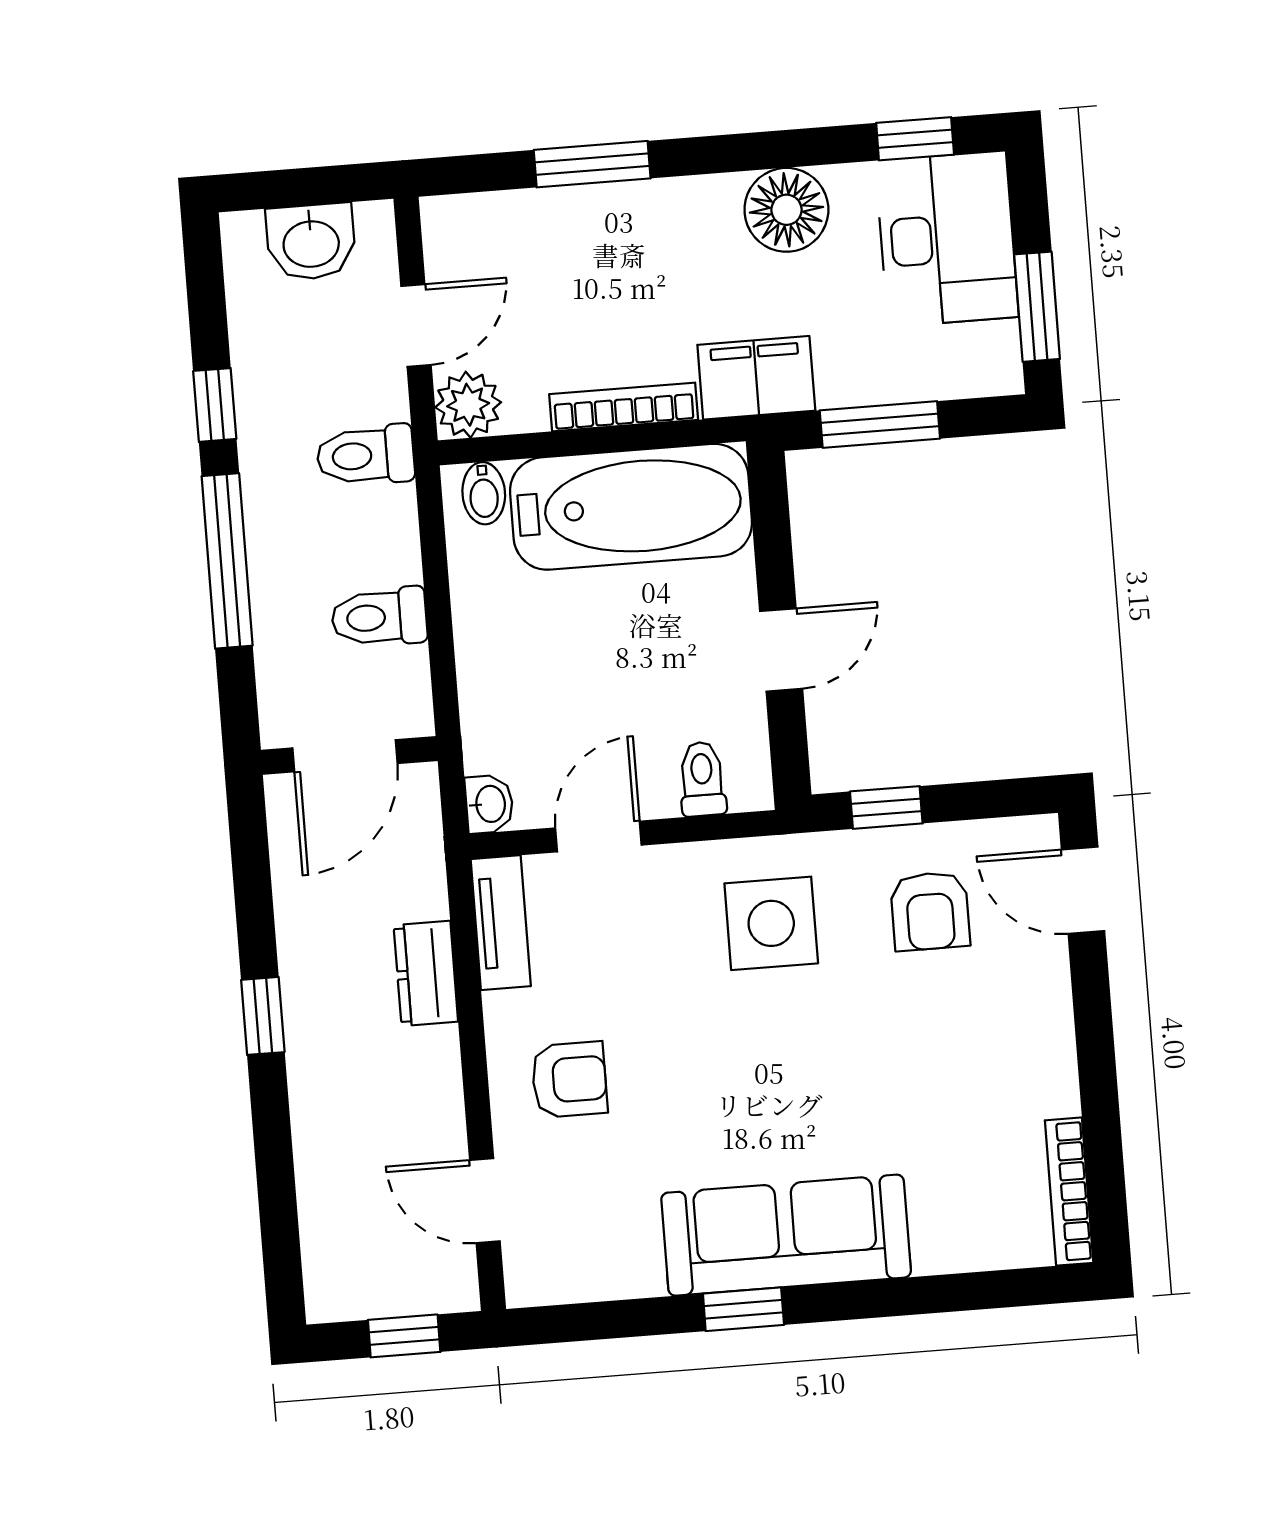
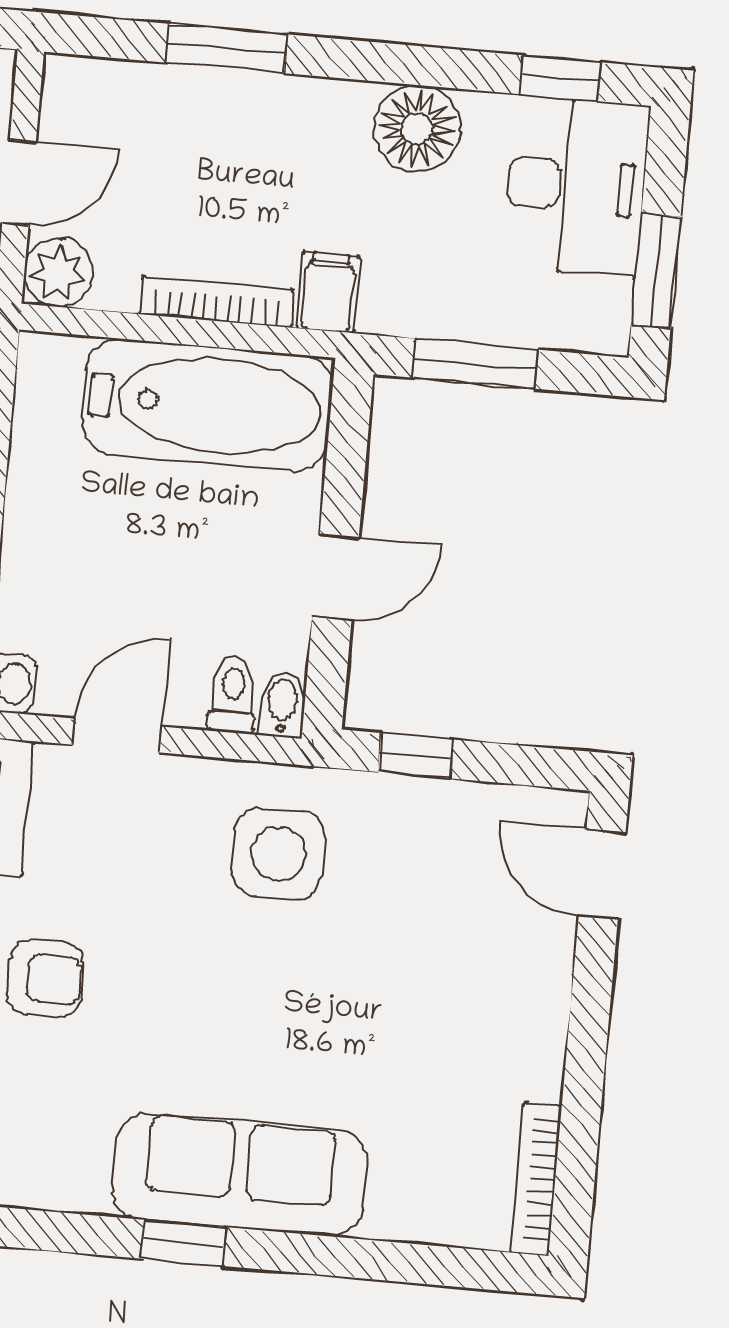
filing cabinet: (756, 378) -> (328, 292), width x0.50
bidet: (484, 493) -> (283, 705), moved, turned 180
armchair: (930, 911) -> (443, 869), removed

